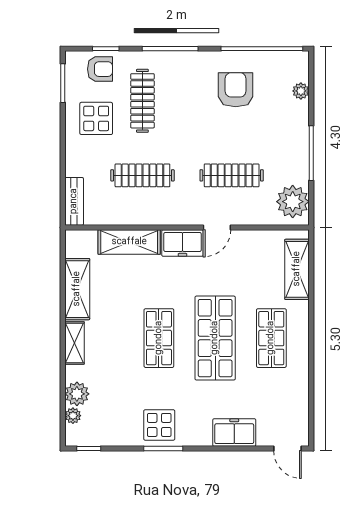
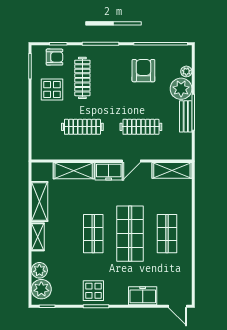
bench: (74, 201) -> (186, 116), moved
plant: (293, 202) -> (181, 89), moved
shelving: (297, 269) -> (172, 170), moved, turned 90
plant: (73, 416) -> (41, 289), width x1.88, depth x1.88

